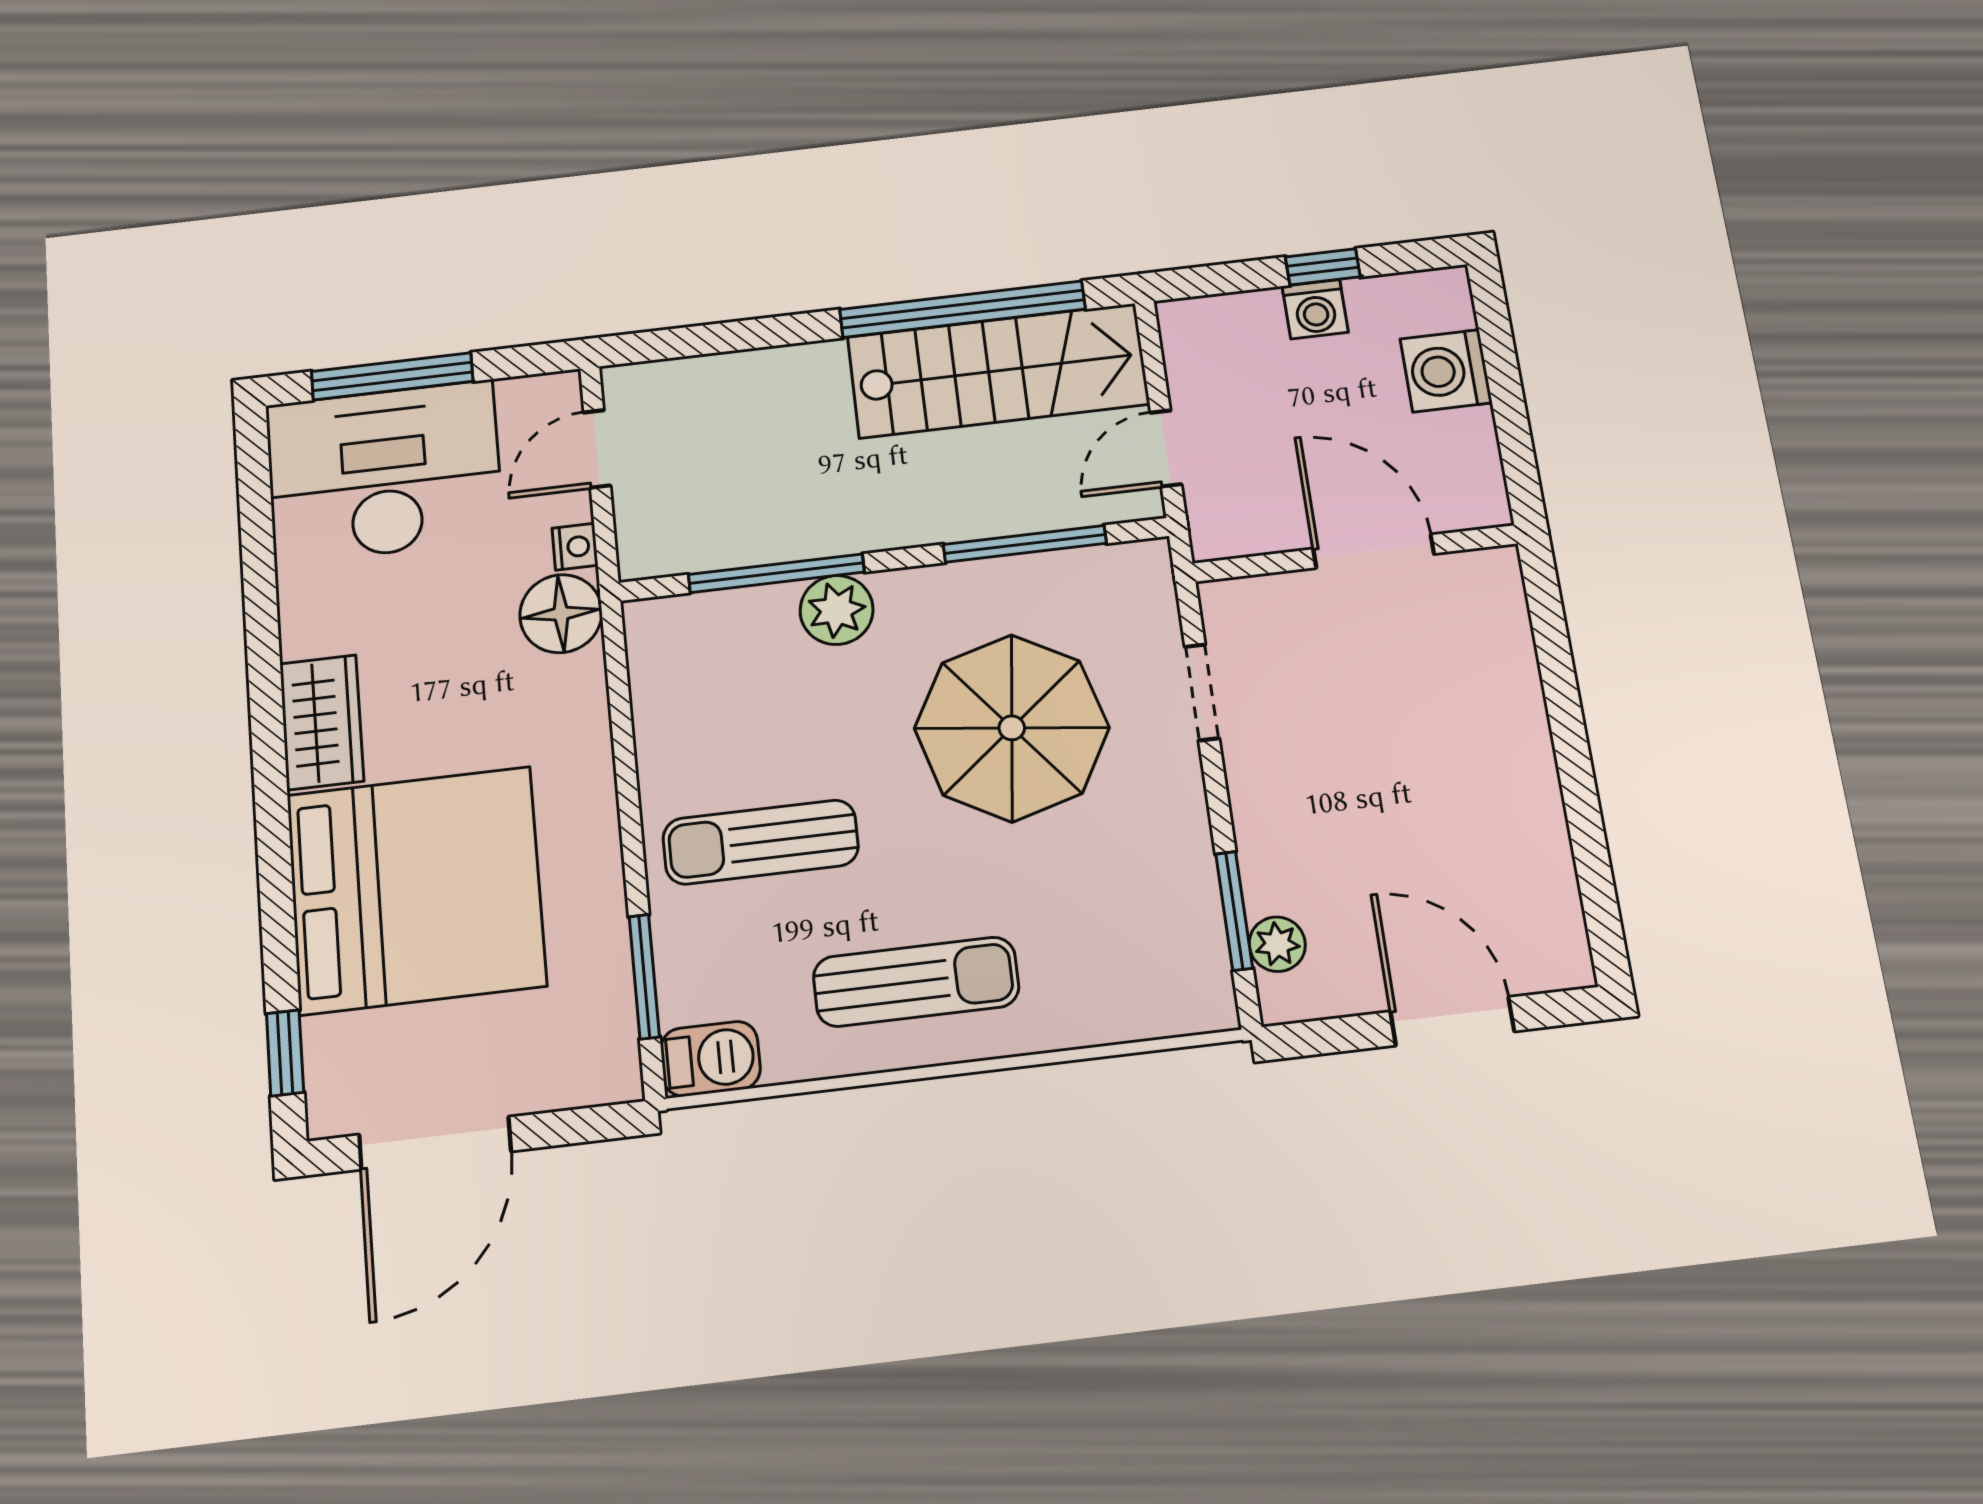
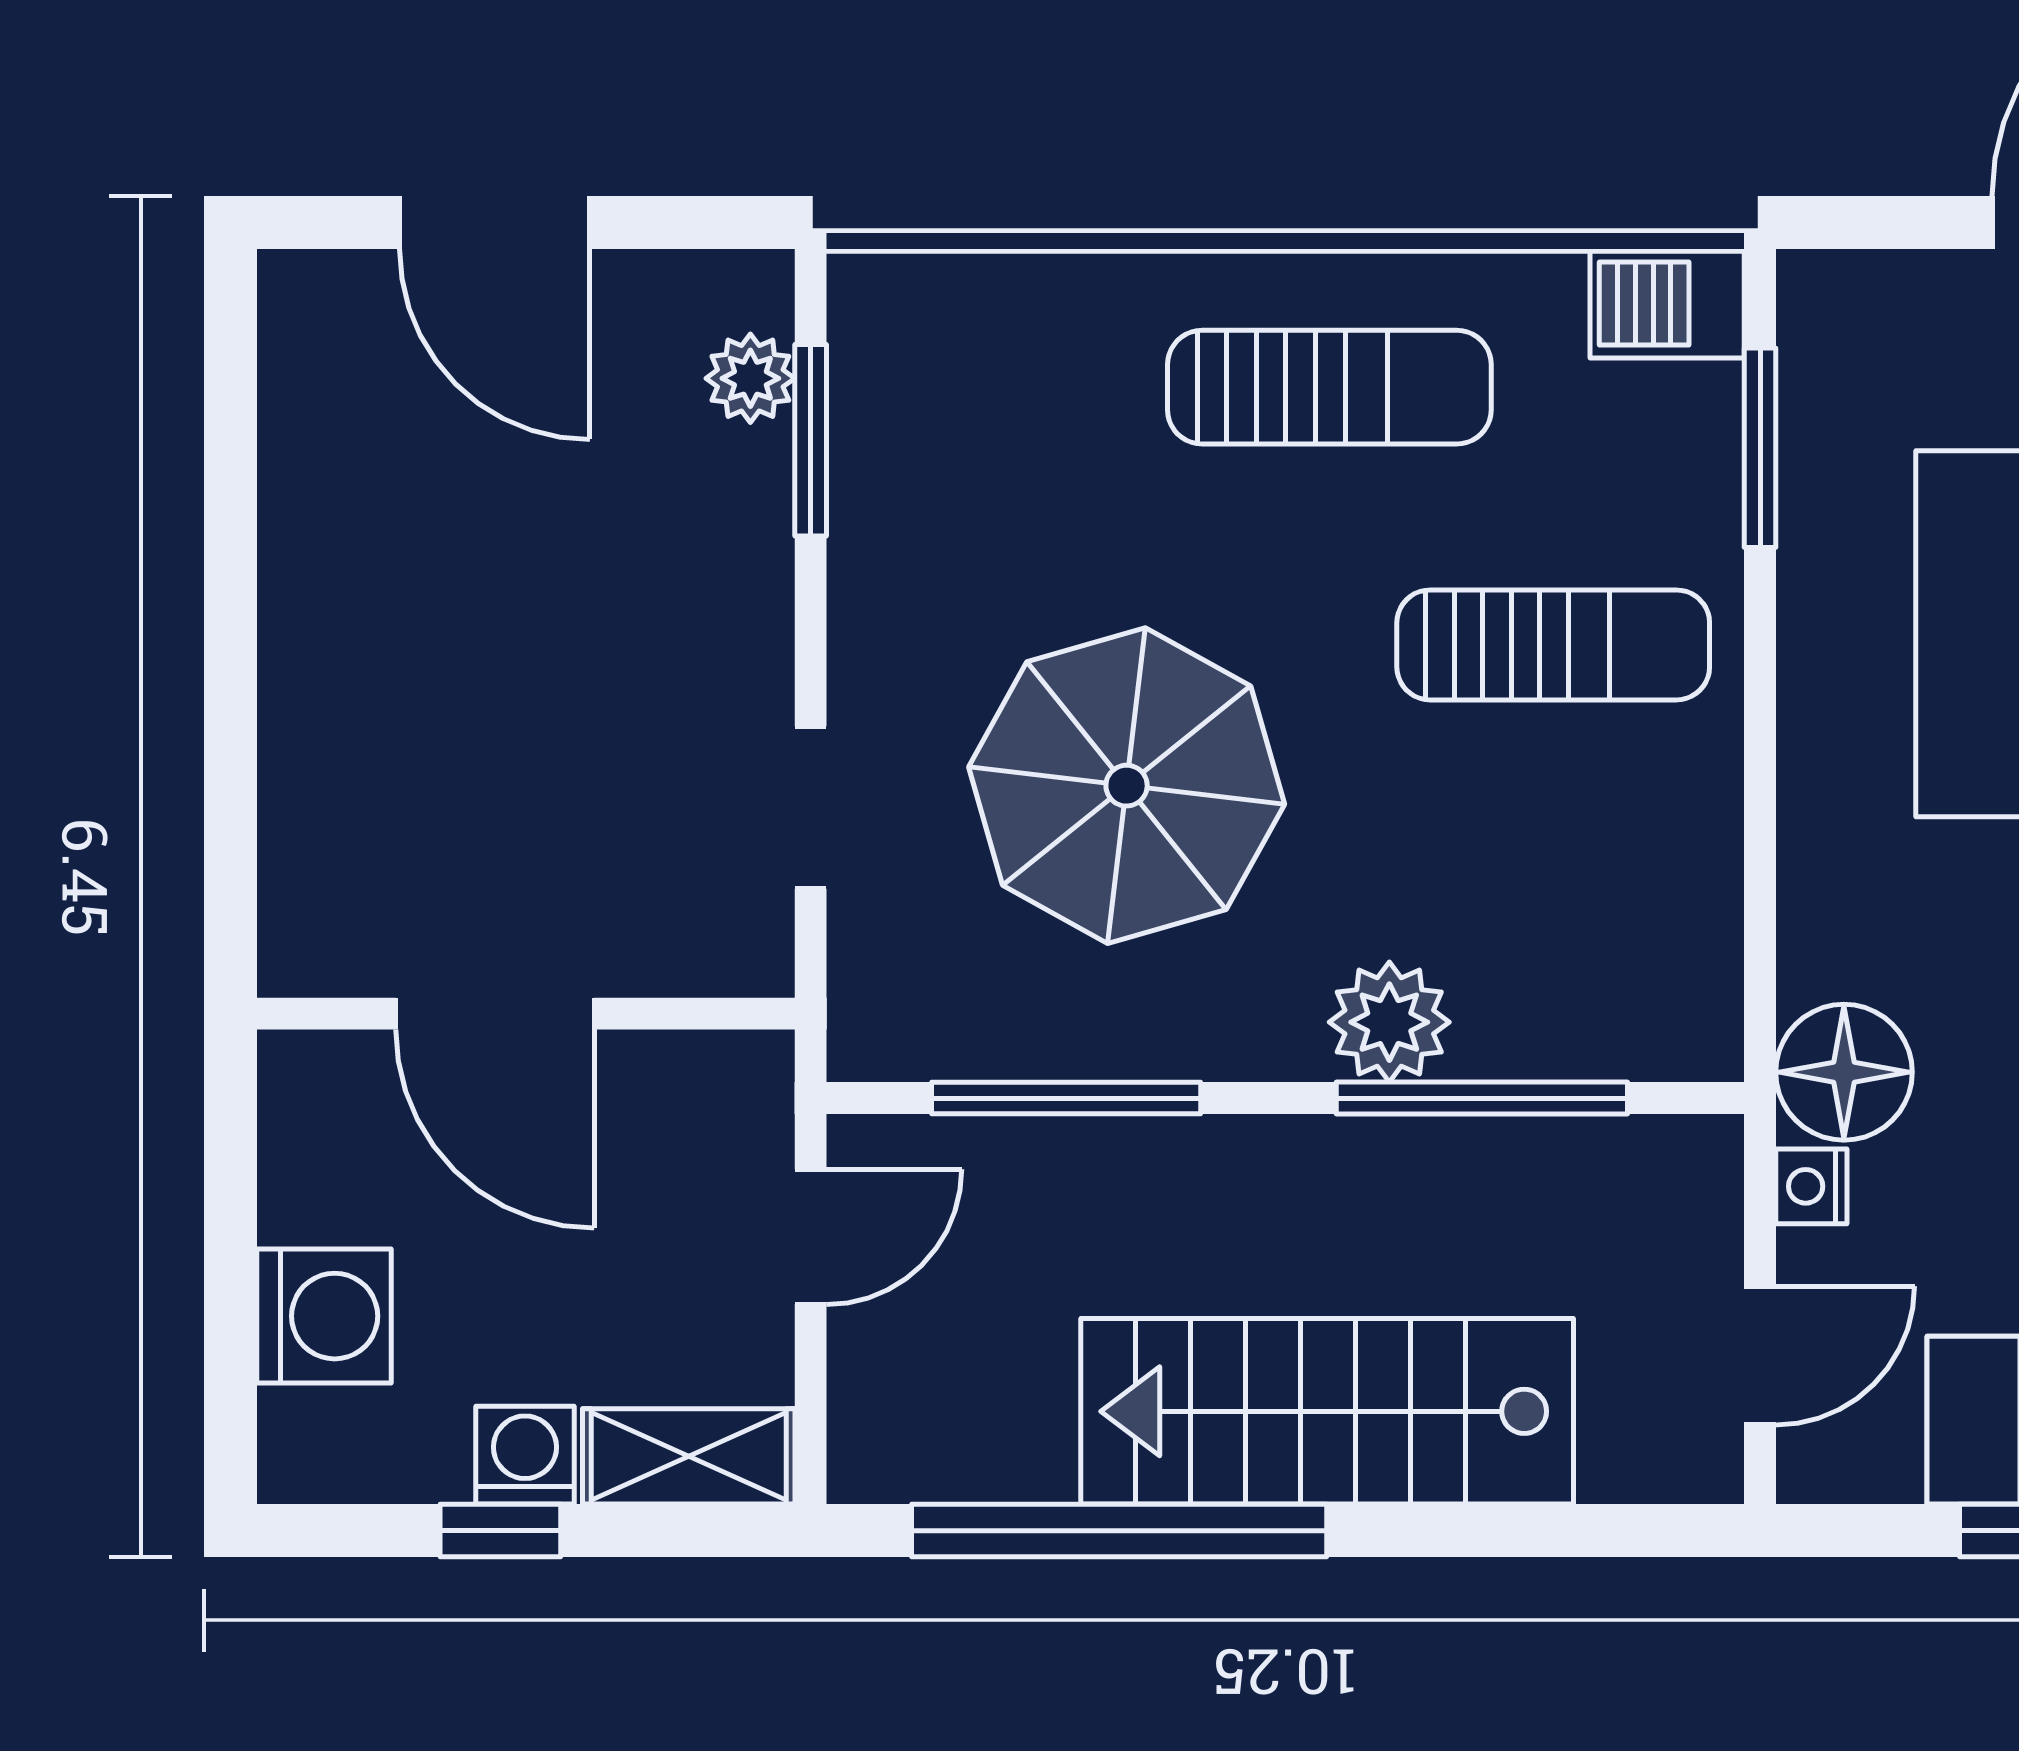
shelving: (1219, 320) -> (689, 1456), added
stairs: (998, 371) -> (1327, 1411), moved
sun lounger: (916, 982) -> (1329, 387), turned 180

